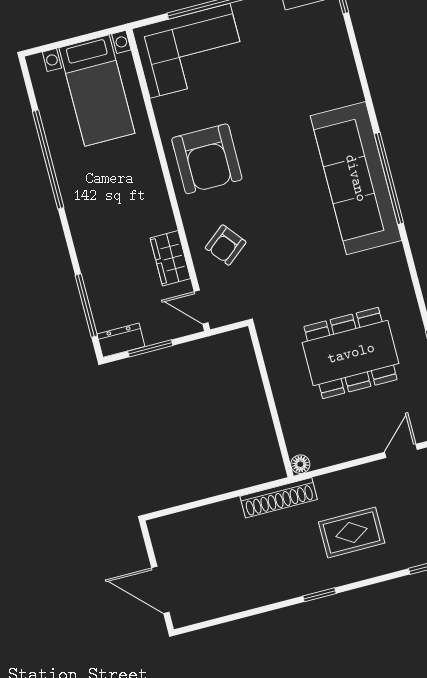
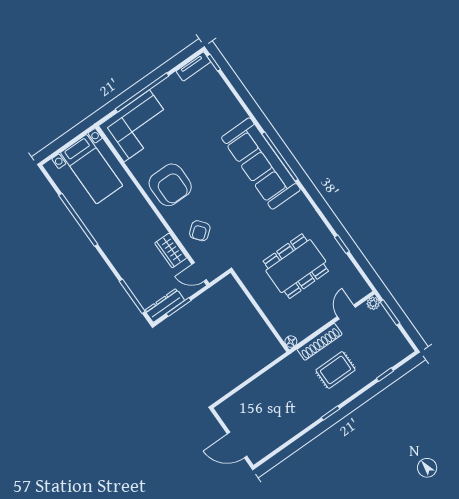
dresser: (121, 340) -> (165, 305), width x1.44
shoe rack: (279, 498) -> (320, 342), moved

